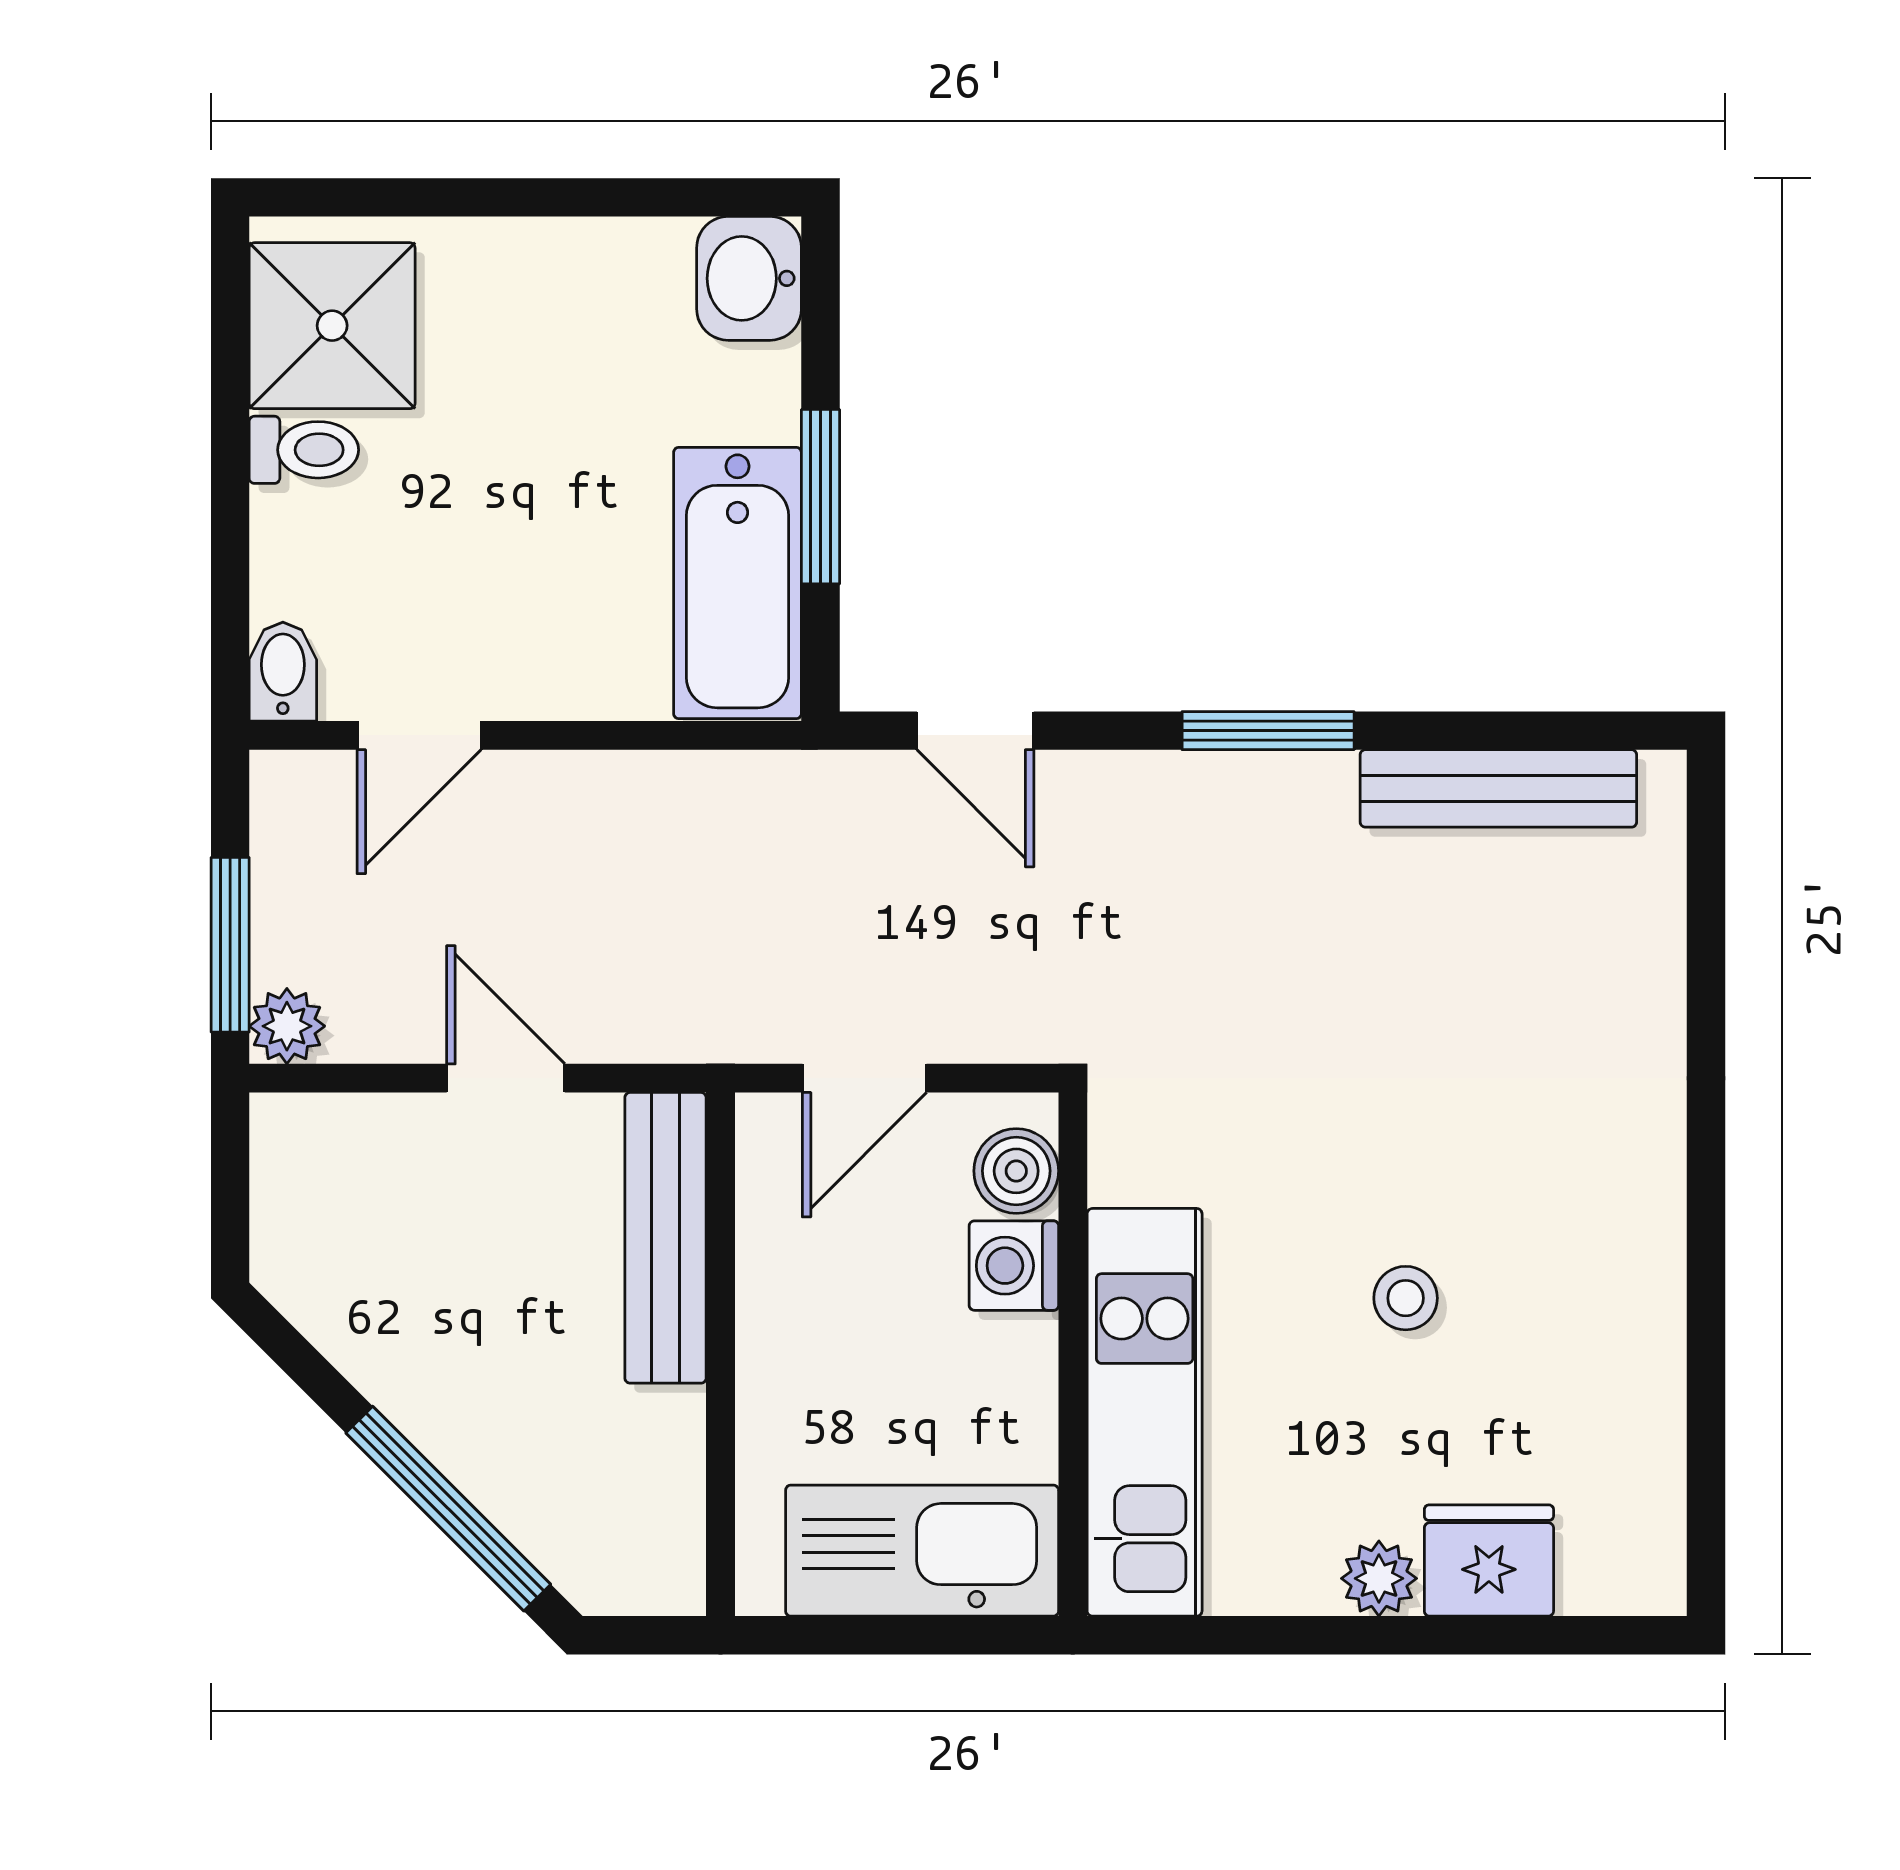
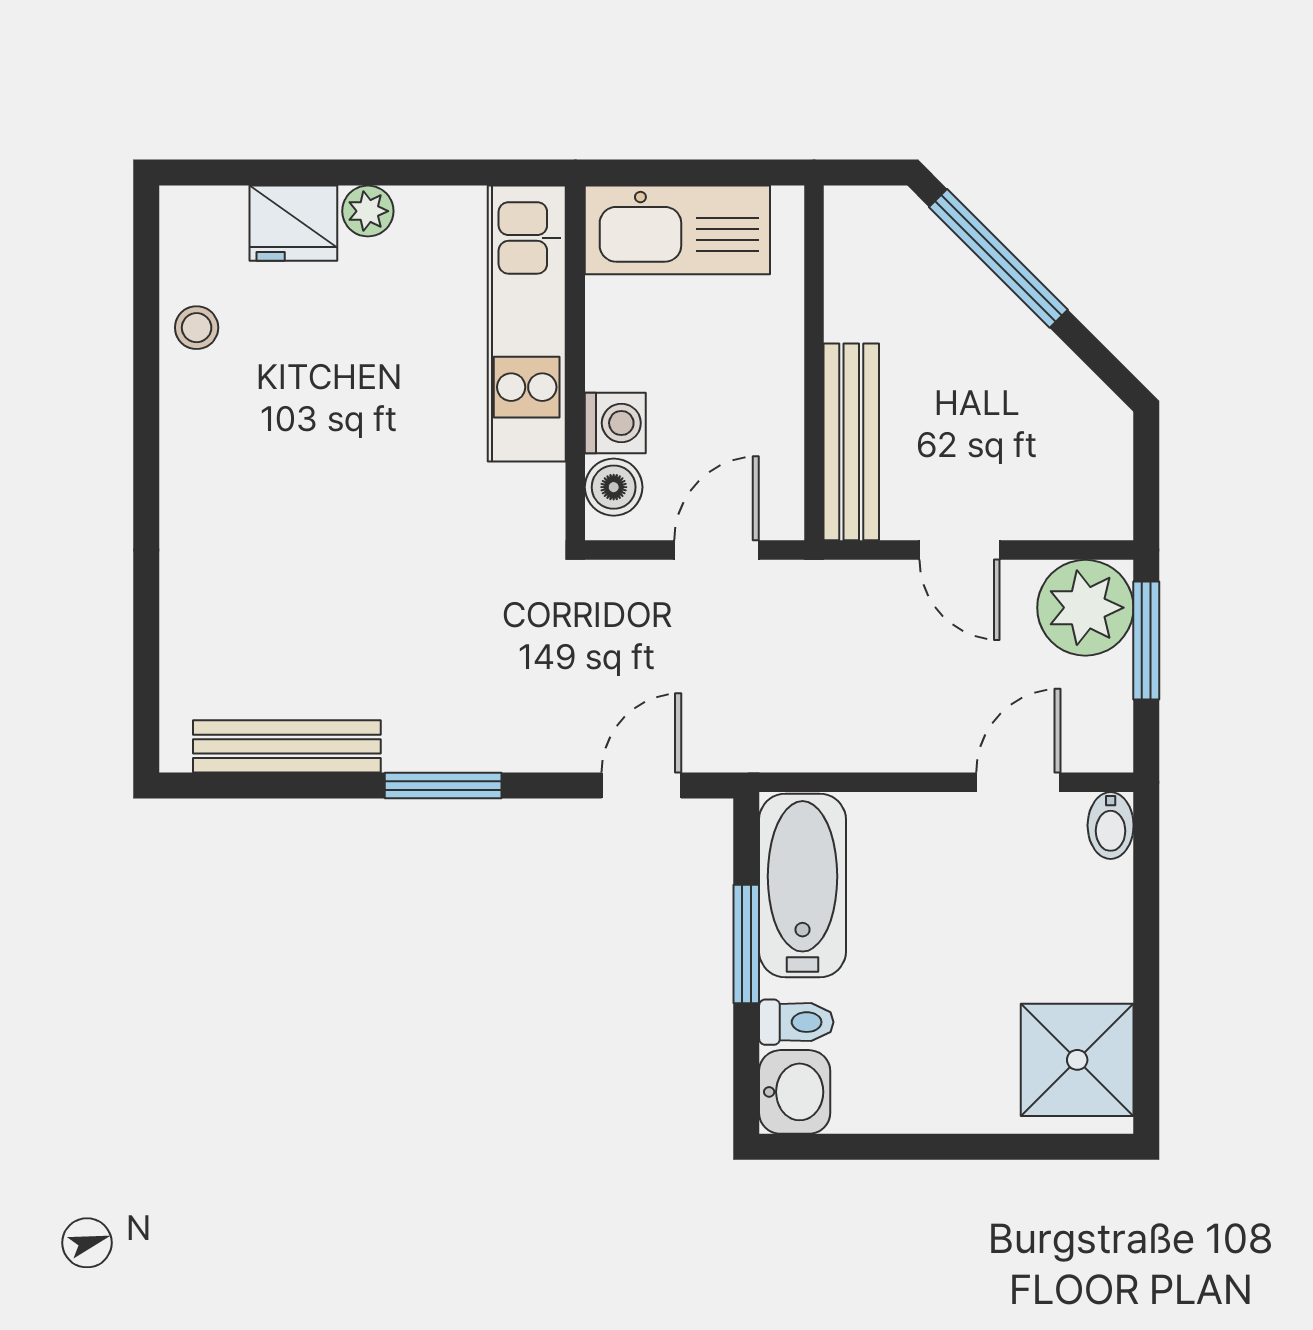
toilet: (304, 450) -> (796, 1022), moved, turned 180
door: (975, 731) -> (641, 785), hinge flipped
plant: (287, 1026) -> (1085, 608), width x1.88, depth x1.88
stool: (1406, 1298) -> (197, 328), moved

